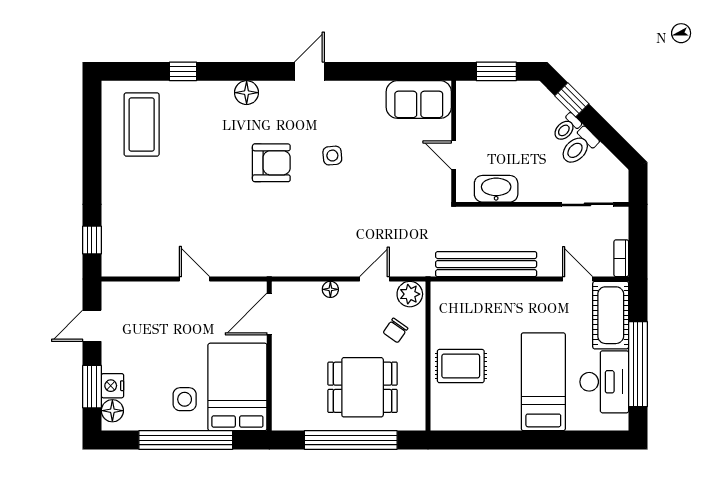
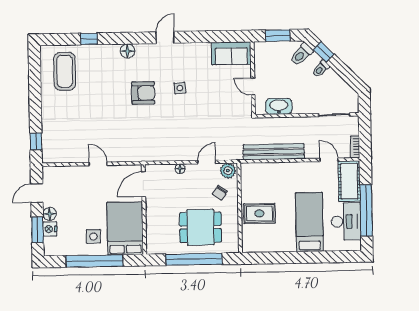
toilet: (579, 147) -> (302, 54), moved
floor lamp: (112, 411) -> (49, 214), moved

